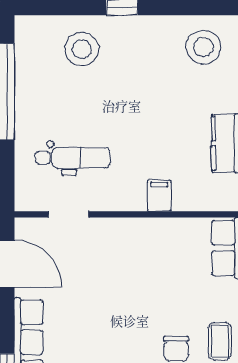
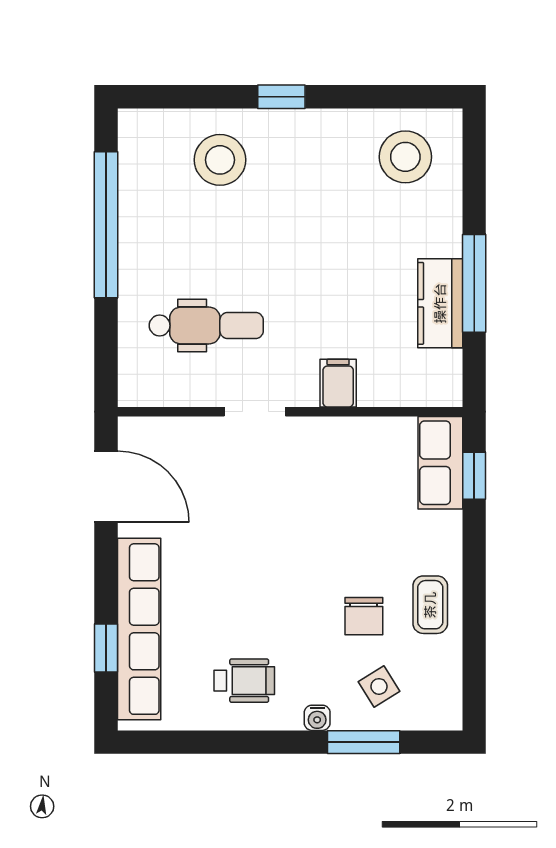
doorway: (68, 214) -> (255, 412), moved

